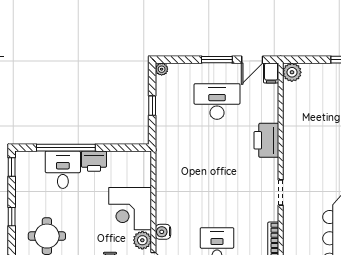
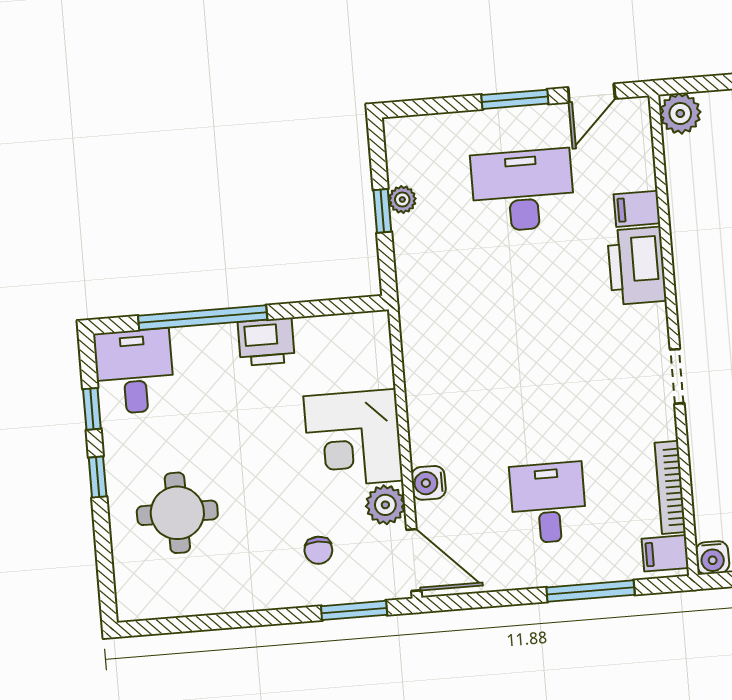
plant: (162, 69) -> (402, 200), moved
filing cabinet: (271, 73) -> (637, 209), moved, turned 90
window: (12, 167) -> (92, 409), moved
desk: (63, 170) -> (134, 371), moved

